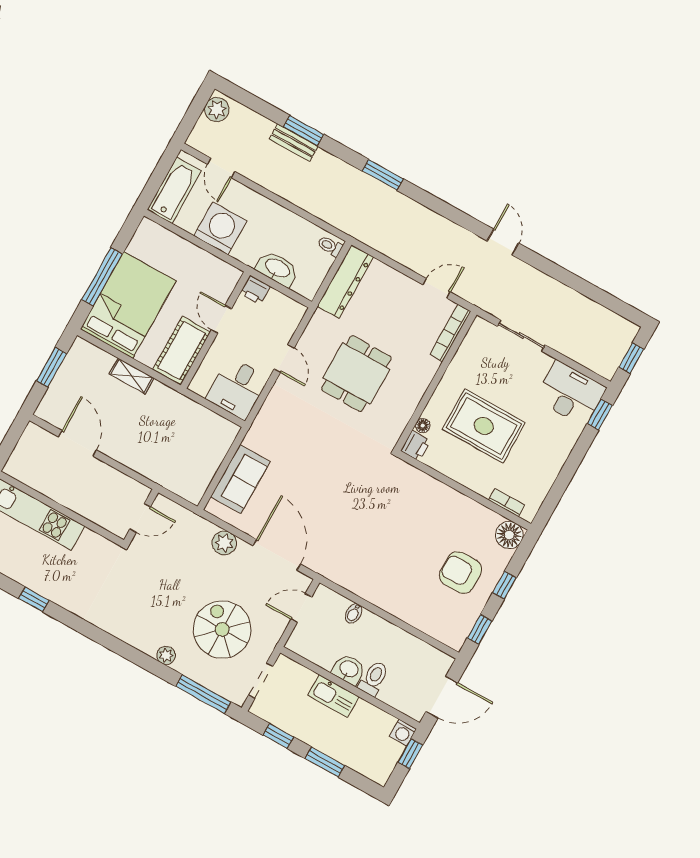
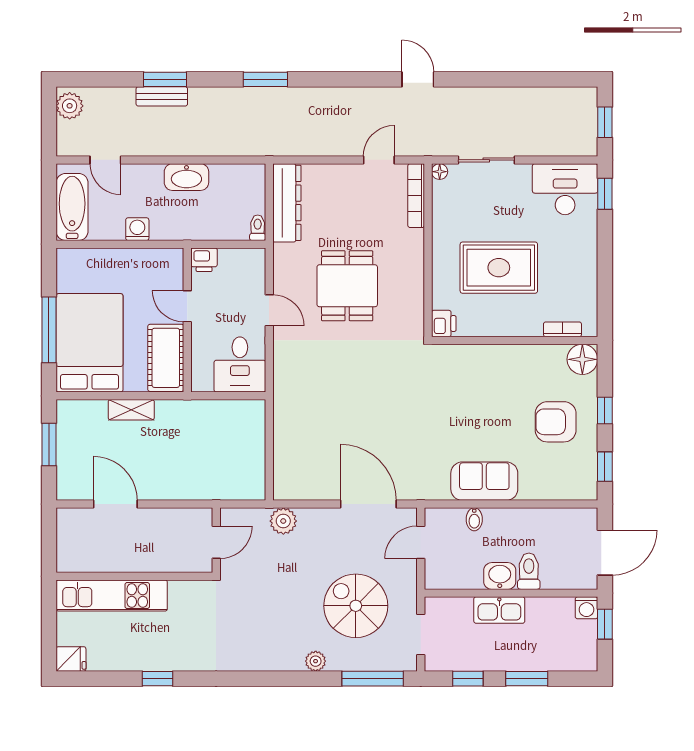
washing machine: (220, 228) -> (137, 229), width x0.53, depth x0.53
toilet: (330, 246) -> (258, 228), moved, turned 90
washbasin: (277, 269) -> (186, 177), moved, turned 180
floor lamp: (423, 426) -> (440, 172), moved
sofa: (240, 479) -> (484, 481), moved, turned -90
plant: (224, 543) -> (283, 521), moved

